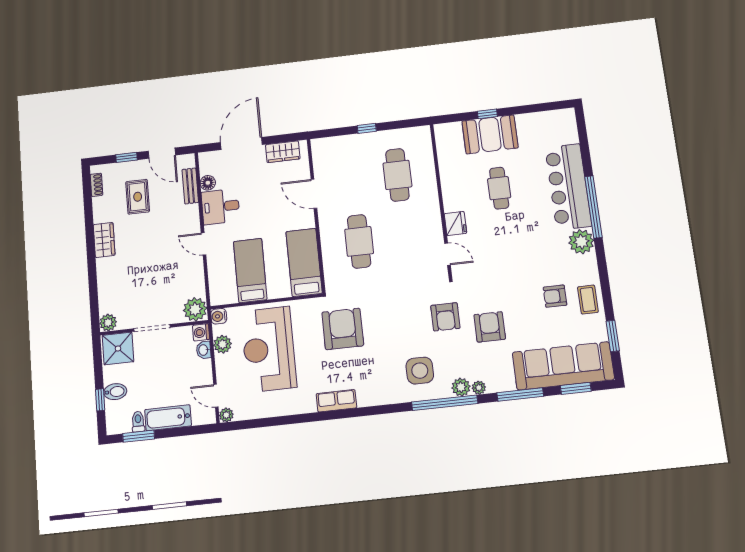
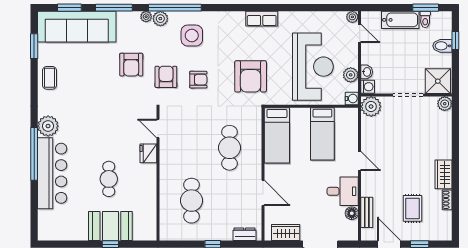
dresser: (331, 144) -> (245, 234), added
shoe rack: (96, 185) -> (447, 200), moved
armchair: (555, 296) -> (198, 80), moved

